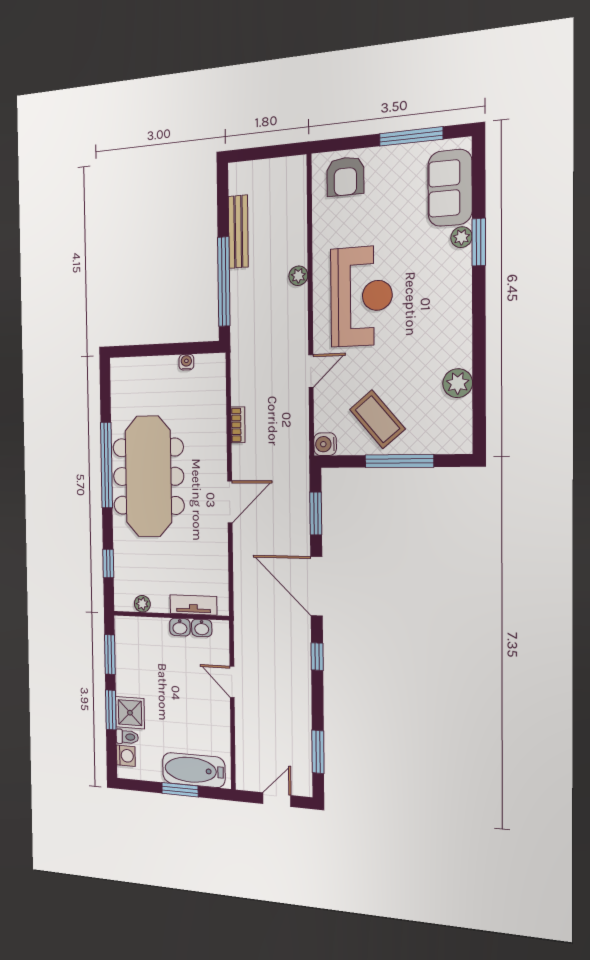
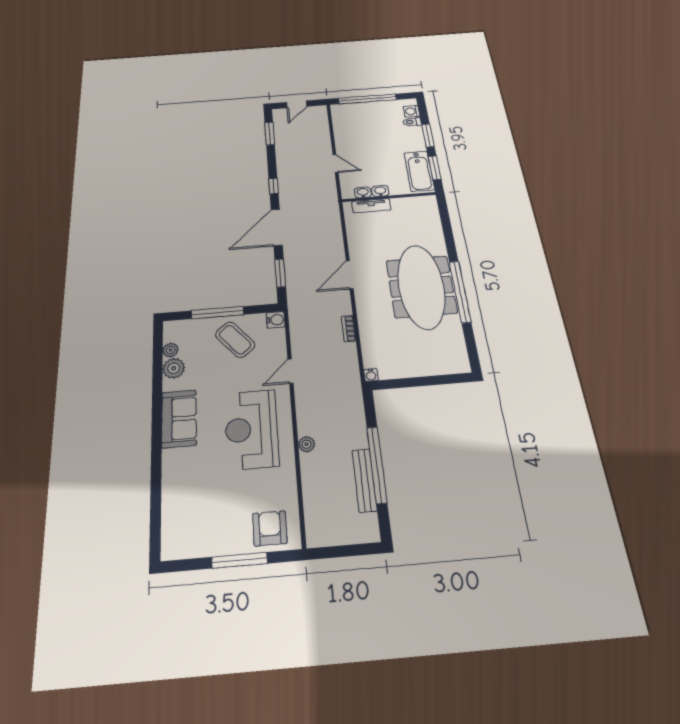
window: (411, 136) -> (240, 560), moved
sofa: (450, 188) -> (179, 419), moved
plant: (461, 237) -> (171, 350), moved
window: (479, 242) -> (156, 474), removed
window: (224, 282) -> (377, 465), moved
water cooler: (186, 362) -> (371, 375), moved
window: (108, 563) -> (446, 225), removed
door: (316, 586) -> (277, 227), swing flipped
plant: (142, 604) -> (413, 202), removed
shower: (130, 713) -> (412, 136), removed
bathtub: (194, 770) -> (419, 171), moved, turned 90
window: (180, 790) -> (367, 99), width x2.11

